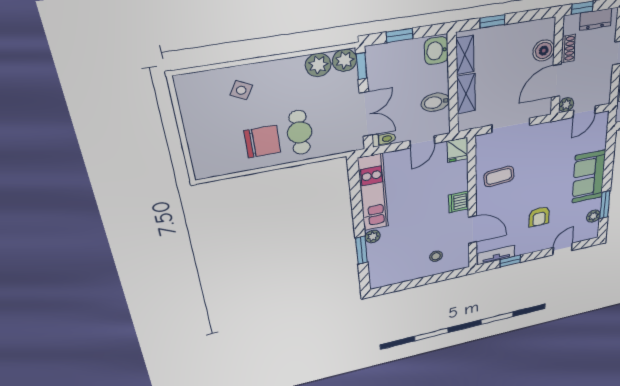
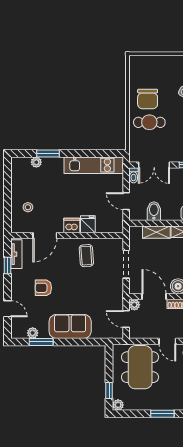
fridge: (458, 150) -> (88, 224), moved, turned 90
plant: (373, 236) -> (36, 162), moved

